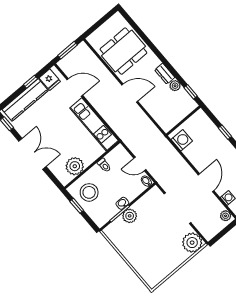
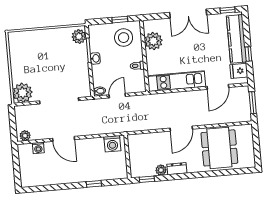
plant: (130, 216) -> (79, 36), moved

